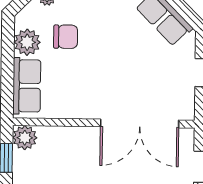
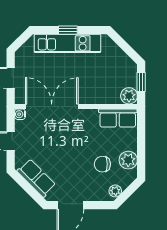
row of seats: (27, 86) -> (118, 118), moved, turned -90
water cooler: (187, 113) -> (20, 114), added

